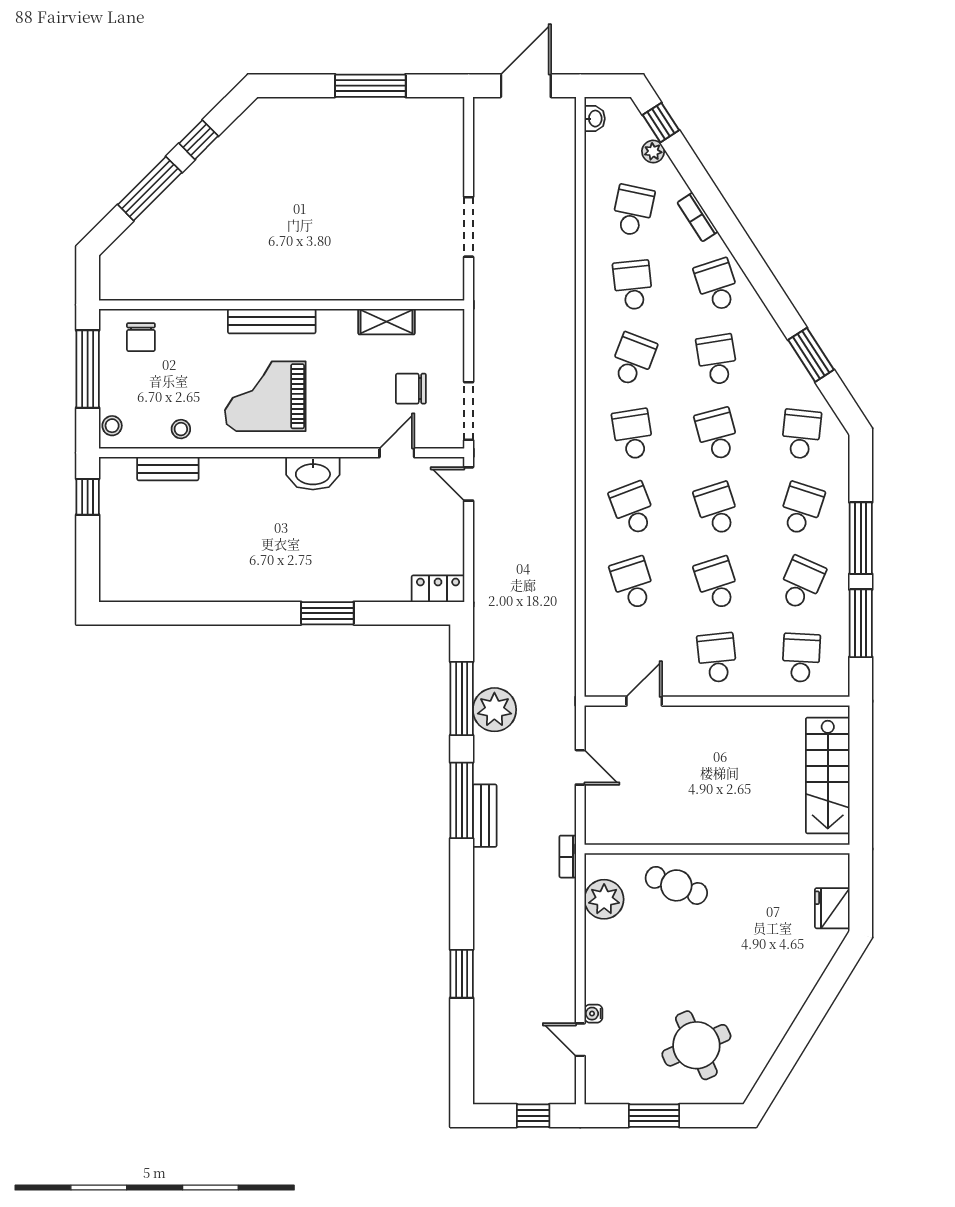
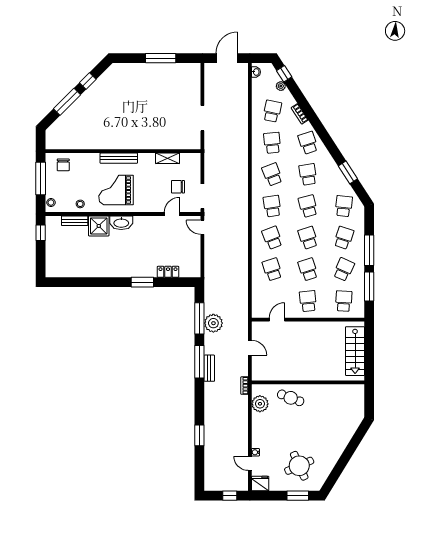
school desk: (633, 360) -> (272, 174), turned -42
washbasin: (313, 473) -> (121, 223), moved
shower: (225, 481) -> (99, 226), added
locker: (438, 589) -> (168, 272), moved
fridge: (832, 908) -> (260, 484), moved, turned 90
window: (654, 1116) -> (298, 496), moved

